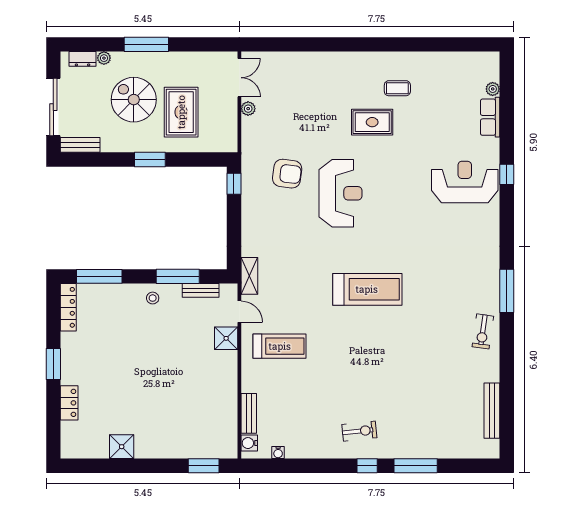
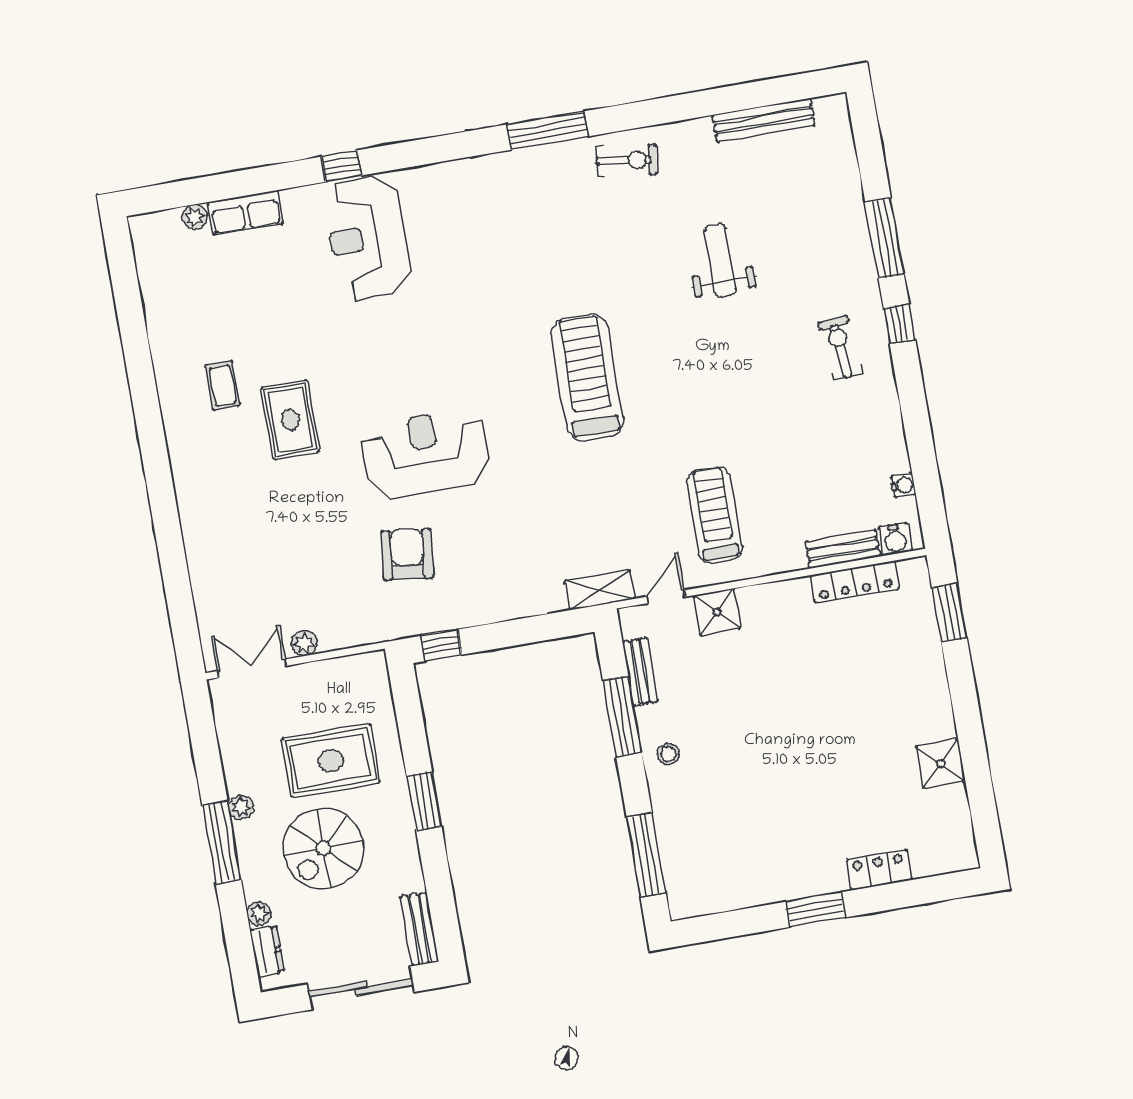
plant: (164, 58) -> (241, 807), added
locker: (68, 307) -> (855, 582), moved, turned 180
weight bench: (419, 373) -> (720, 260), added

